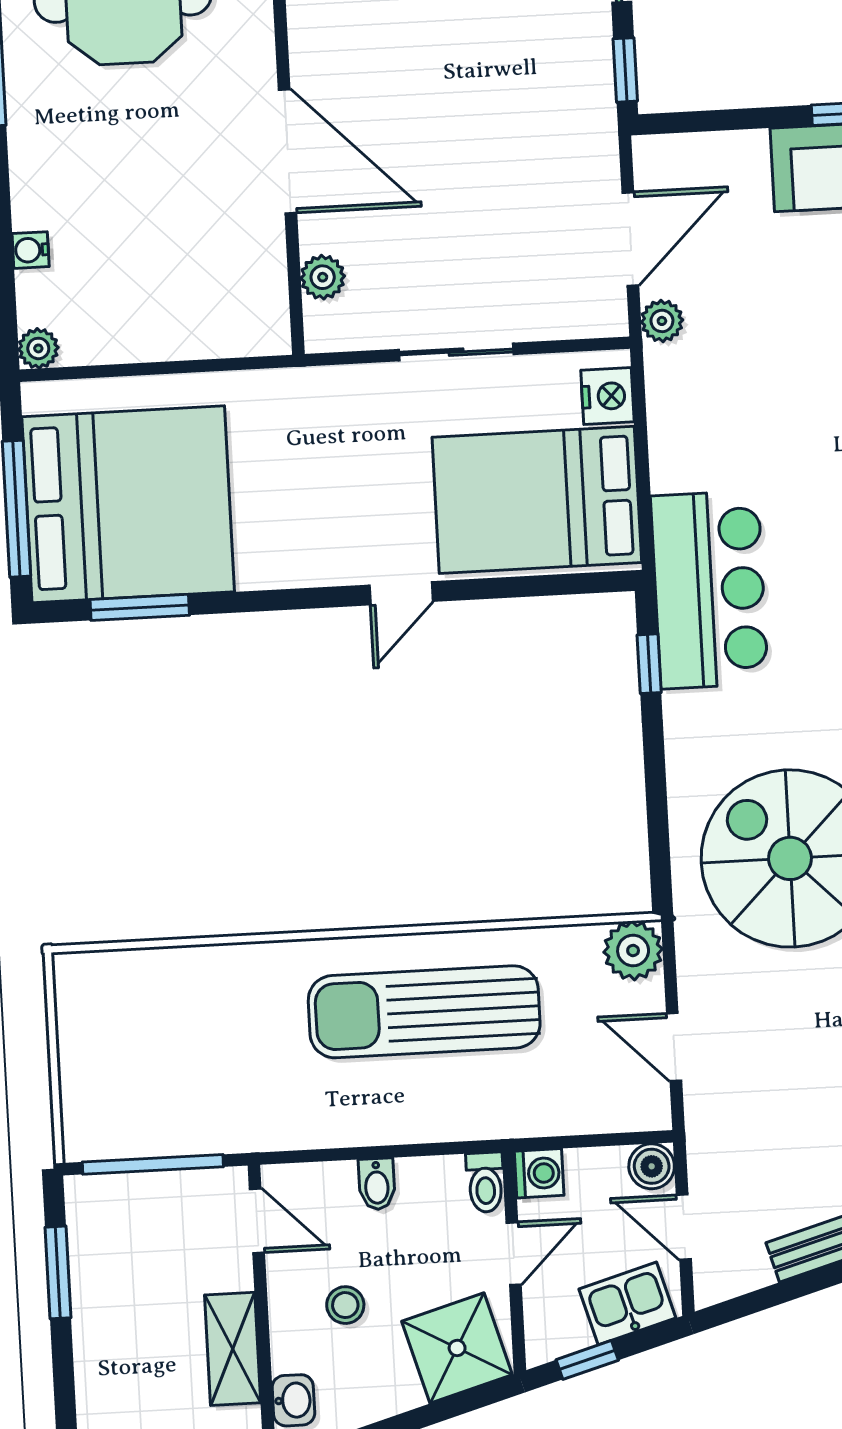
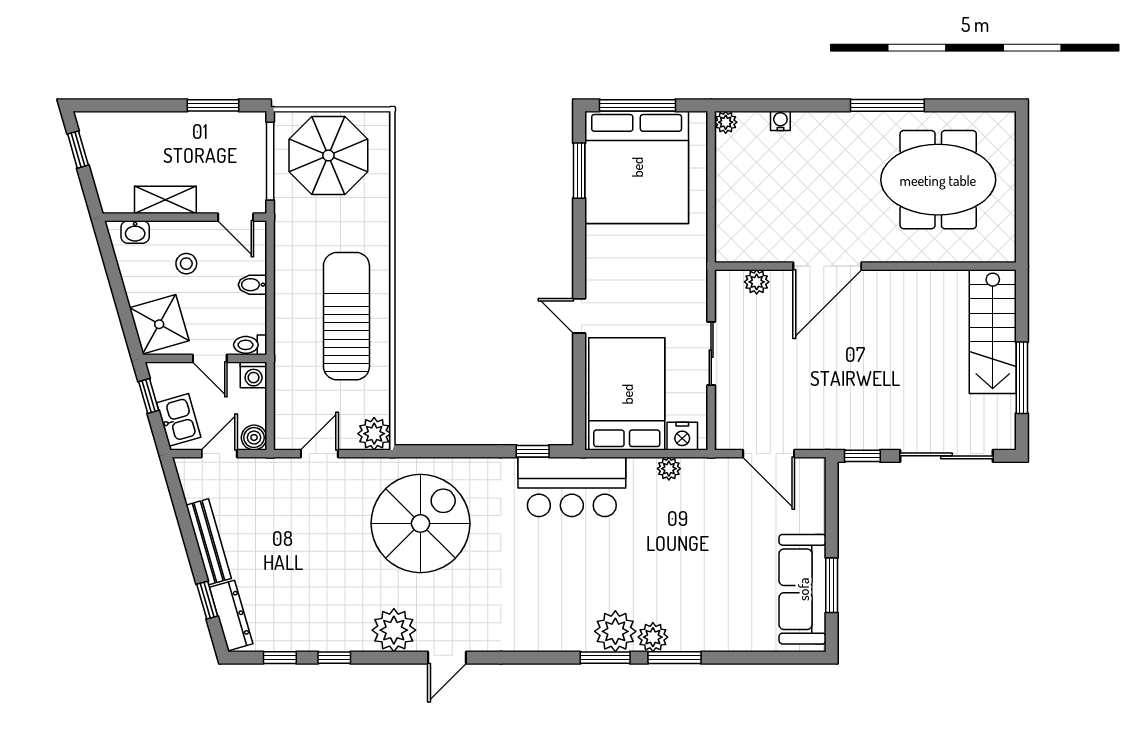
plant: (662, 321) -> (669, 469), moved
parasol: (137, 1060) -> (328, 155), added
door: (257, 1221) -> (236, 217), hinge flipped

